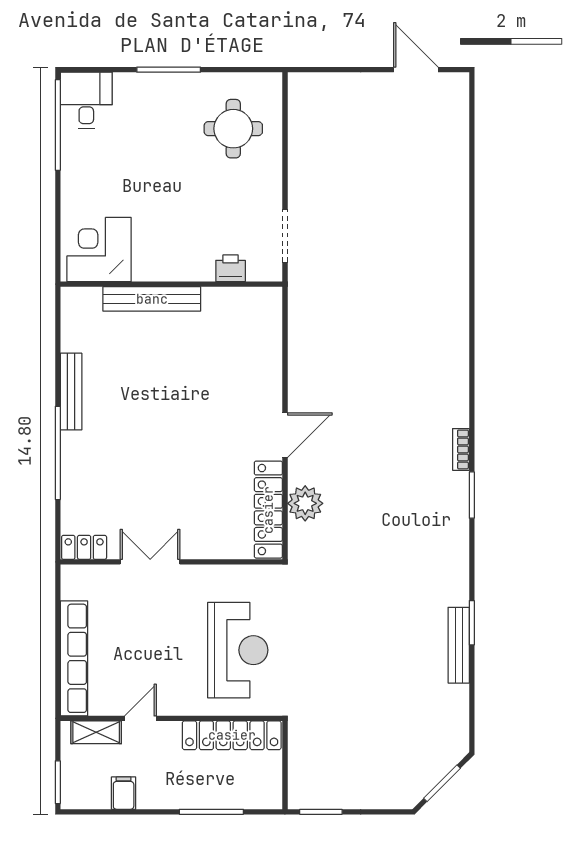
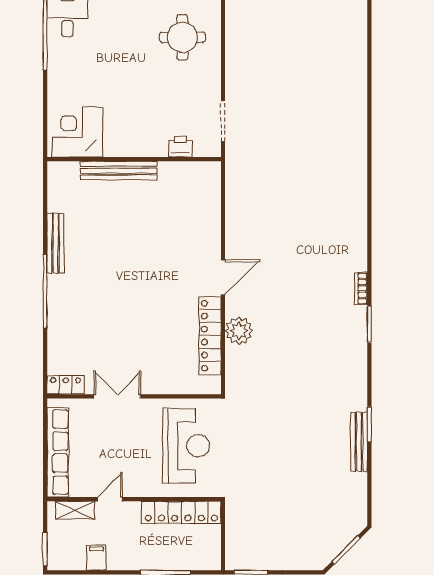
locker: (84, 547) -> (66, 385), moved
double door: (150, 562) -> (117, 396), moved
wall: (171, 562) -> (134, 396), moved

